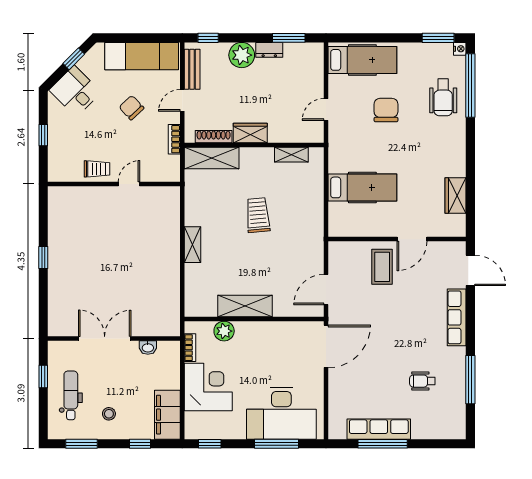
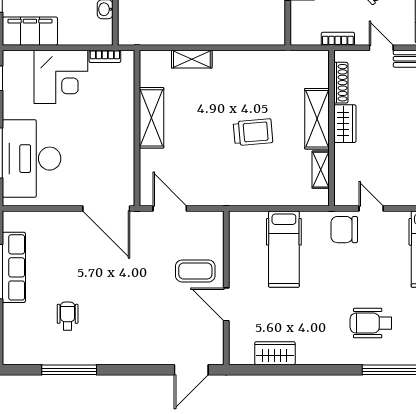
wheelchair: (443, 97) -> (371, 323), moved
chair: (386, 110) -> (344, 230), moved, turned 180
shelving: (212, 158) -> (317, 119), moved
shelving: (193, 245) -> (192, 59), moved
row of seats: (457, 317) -> (139, 354), removed
plant: (224, 331) -> (123, 94), removed

